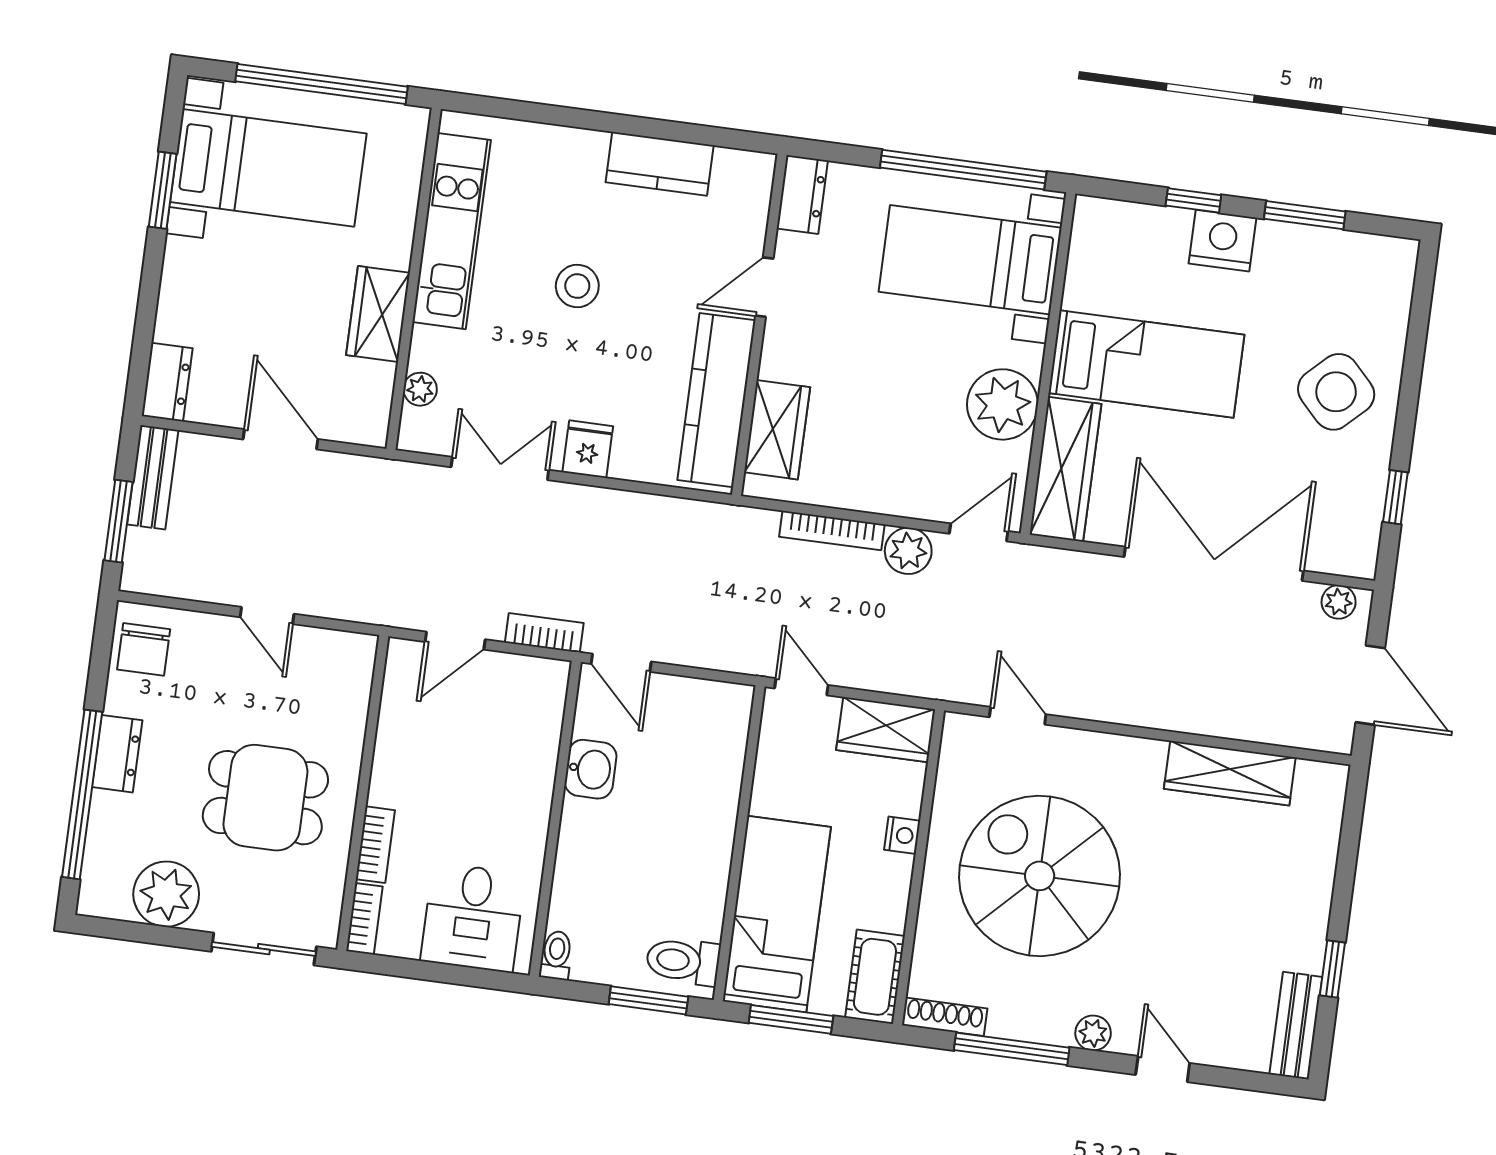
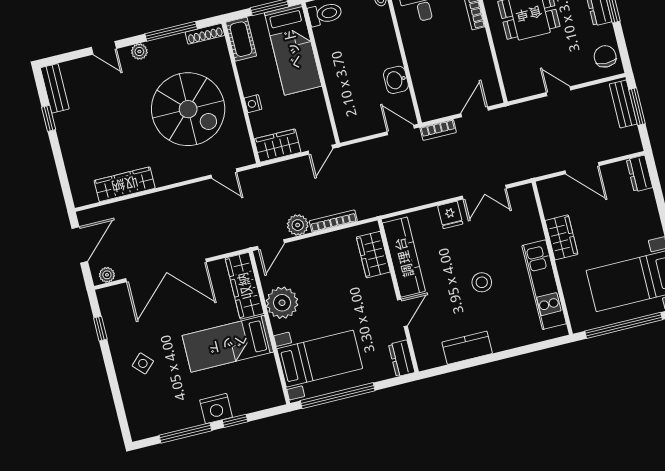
window: (1305, 215) -> (185, 433), width x1.44
plant: (420, 389) -> (531, 213), removed
side table: (1336, 392) -> (143, 363), width x0.54, depth x0.54
bench: (153, 477) -> (623, 104), moved
door: (1370, 685) -> (80, 245), swing flipped
door: (801, 687) -> (320, 150), hinge flipped

